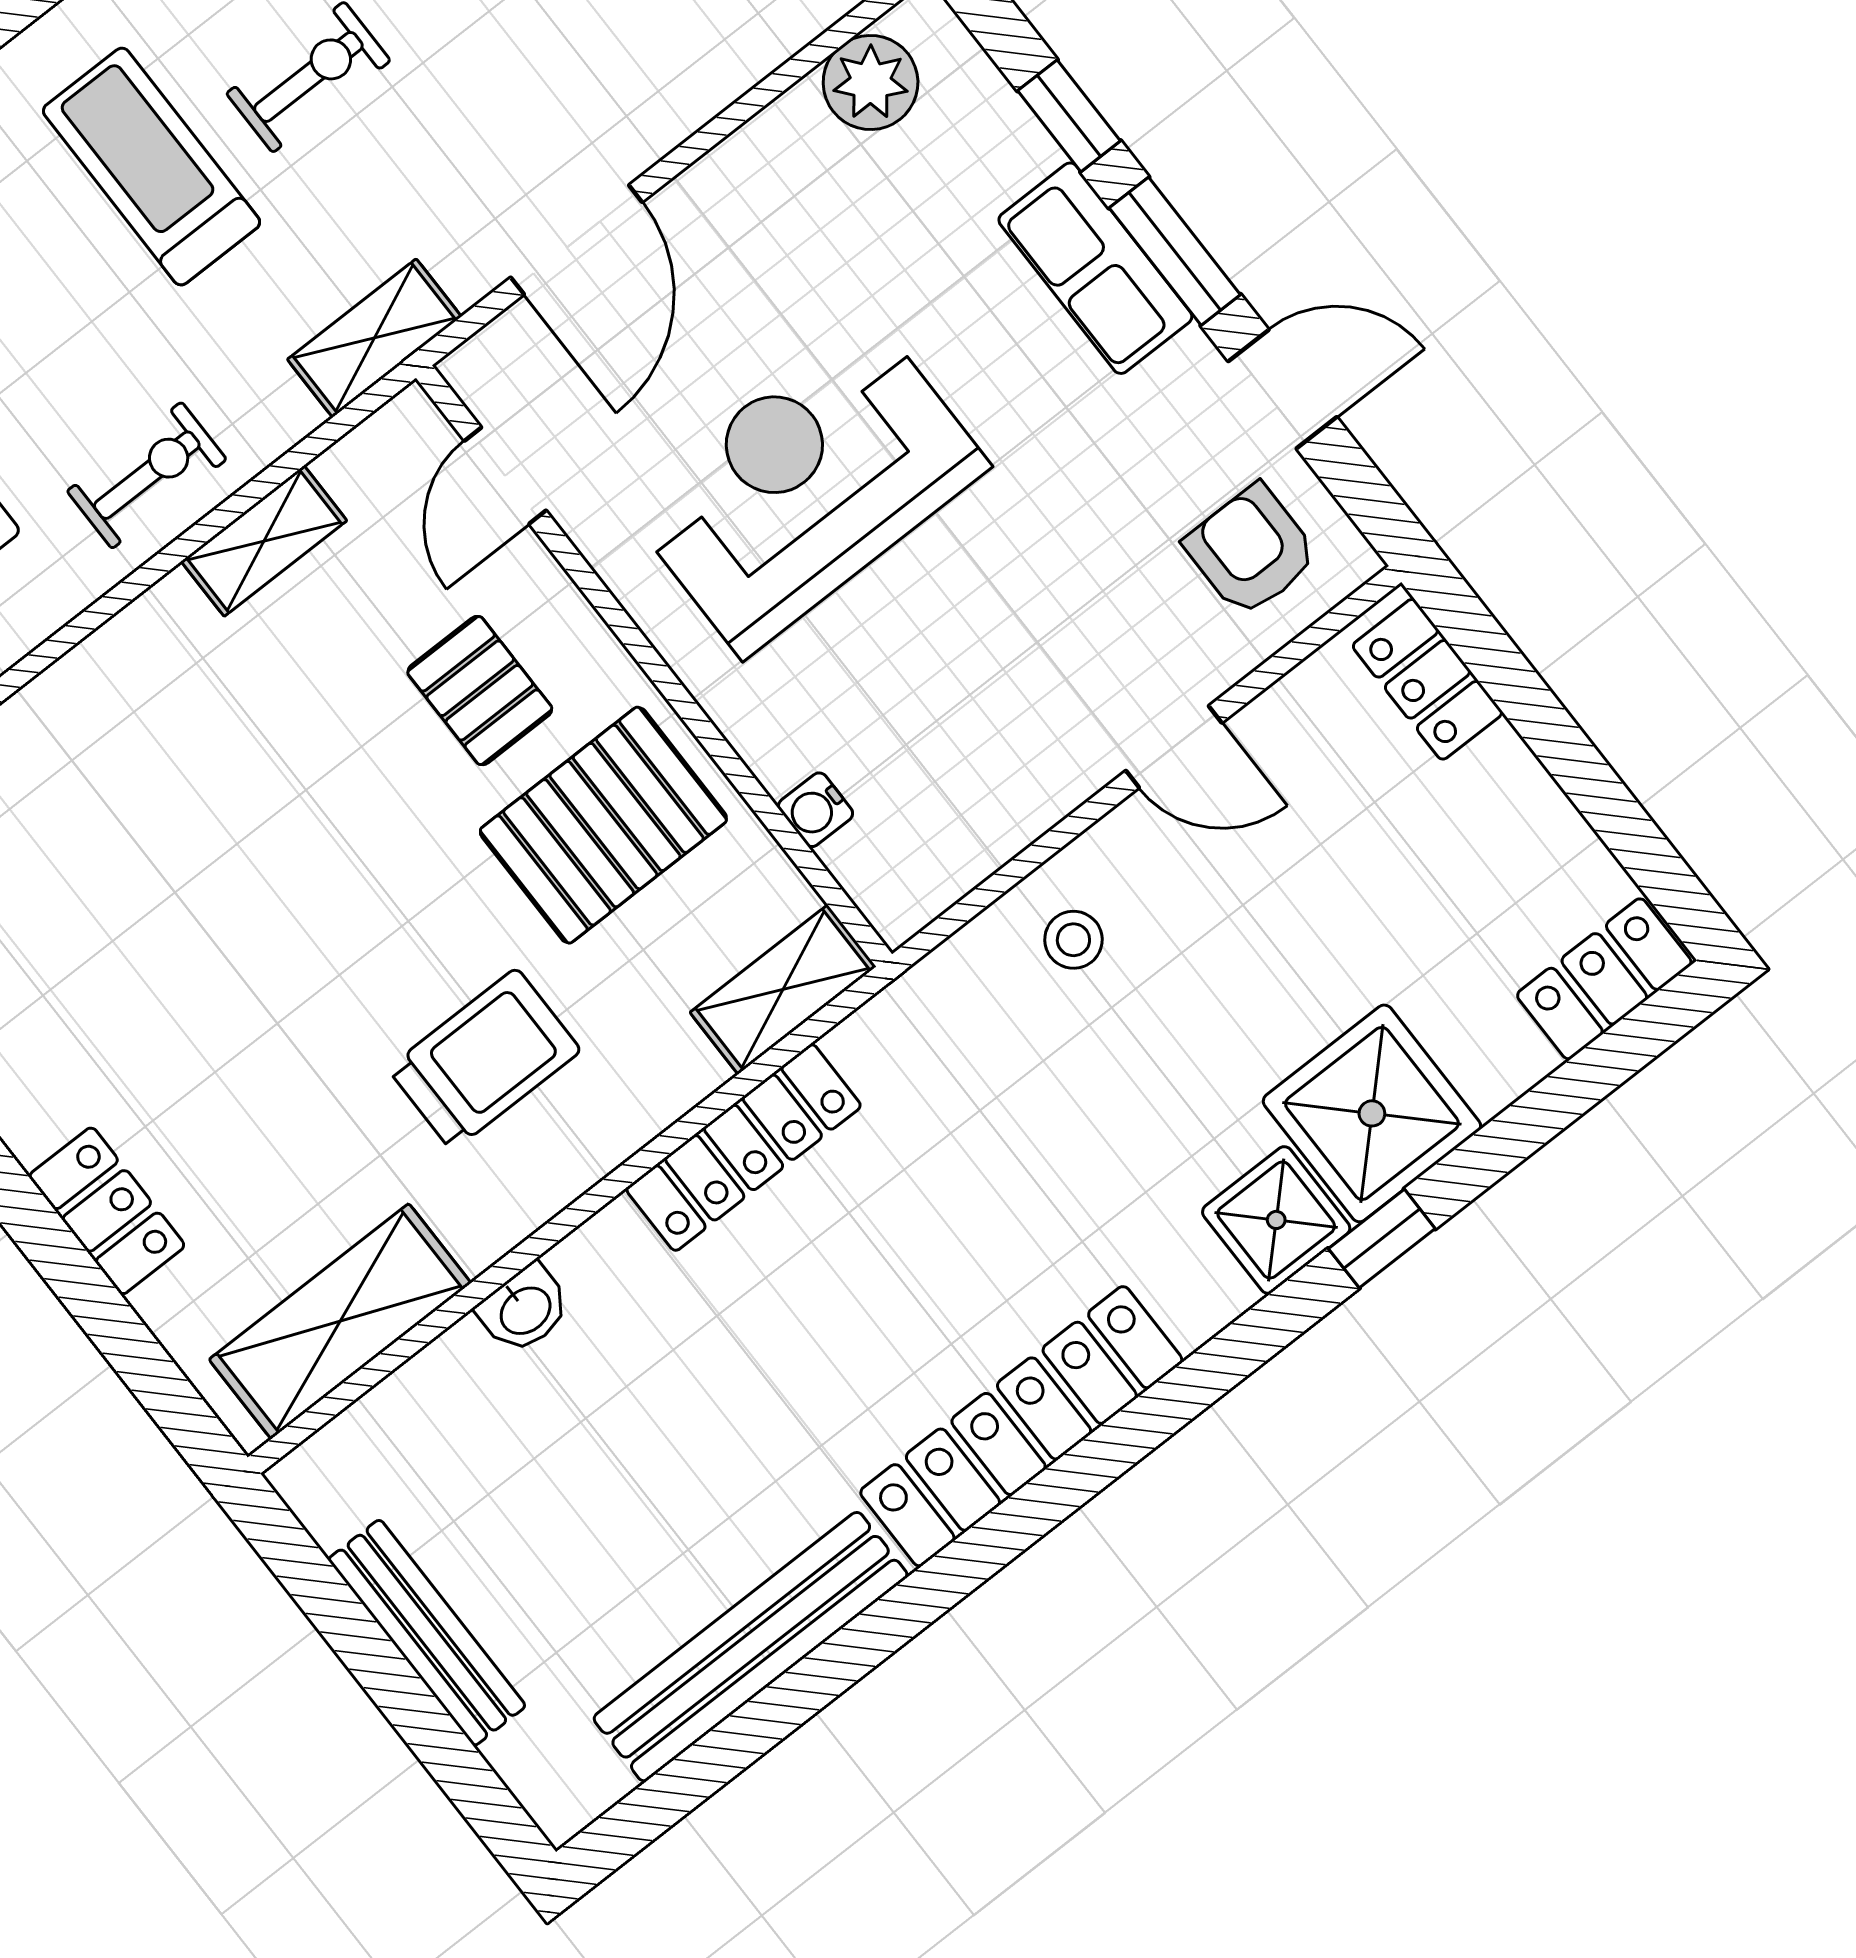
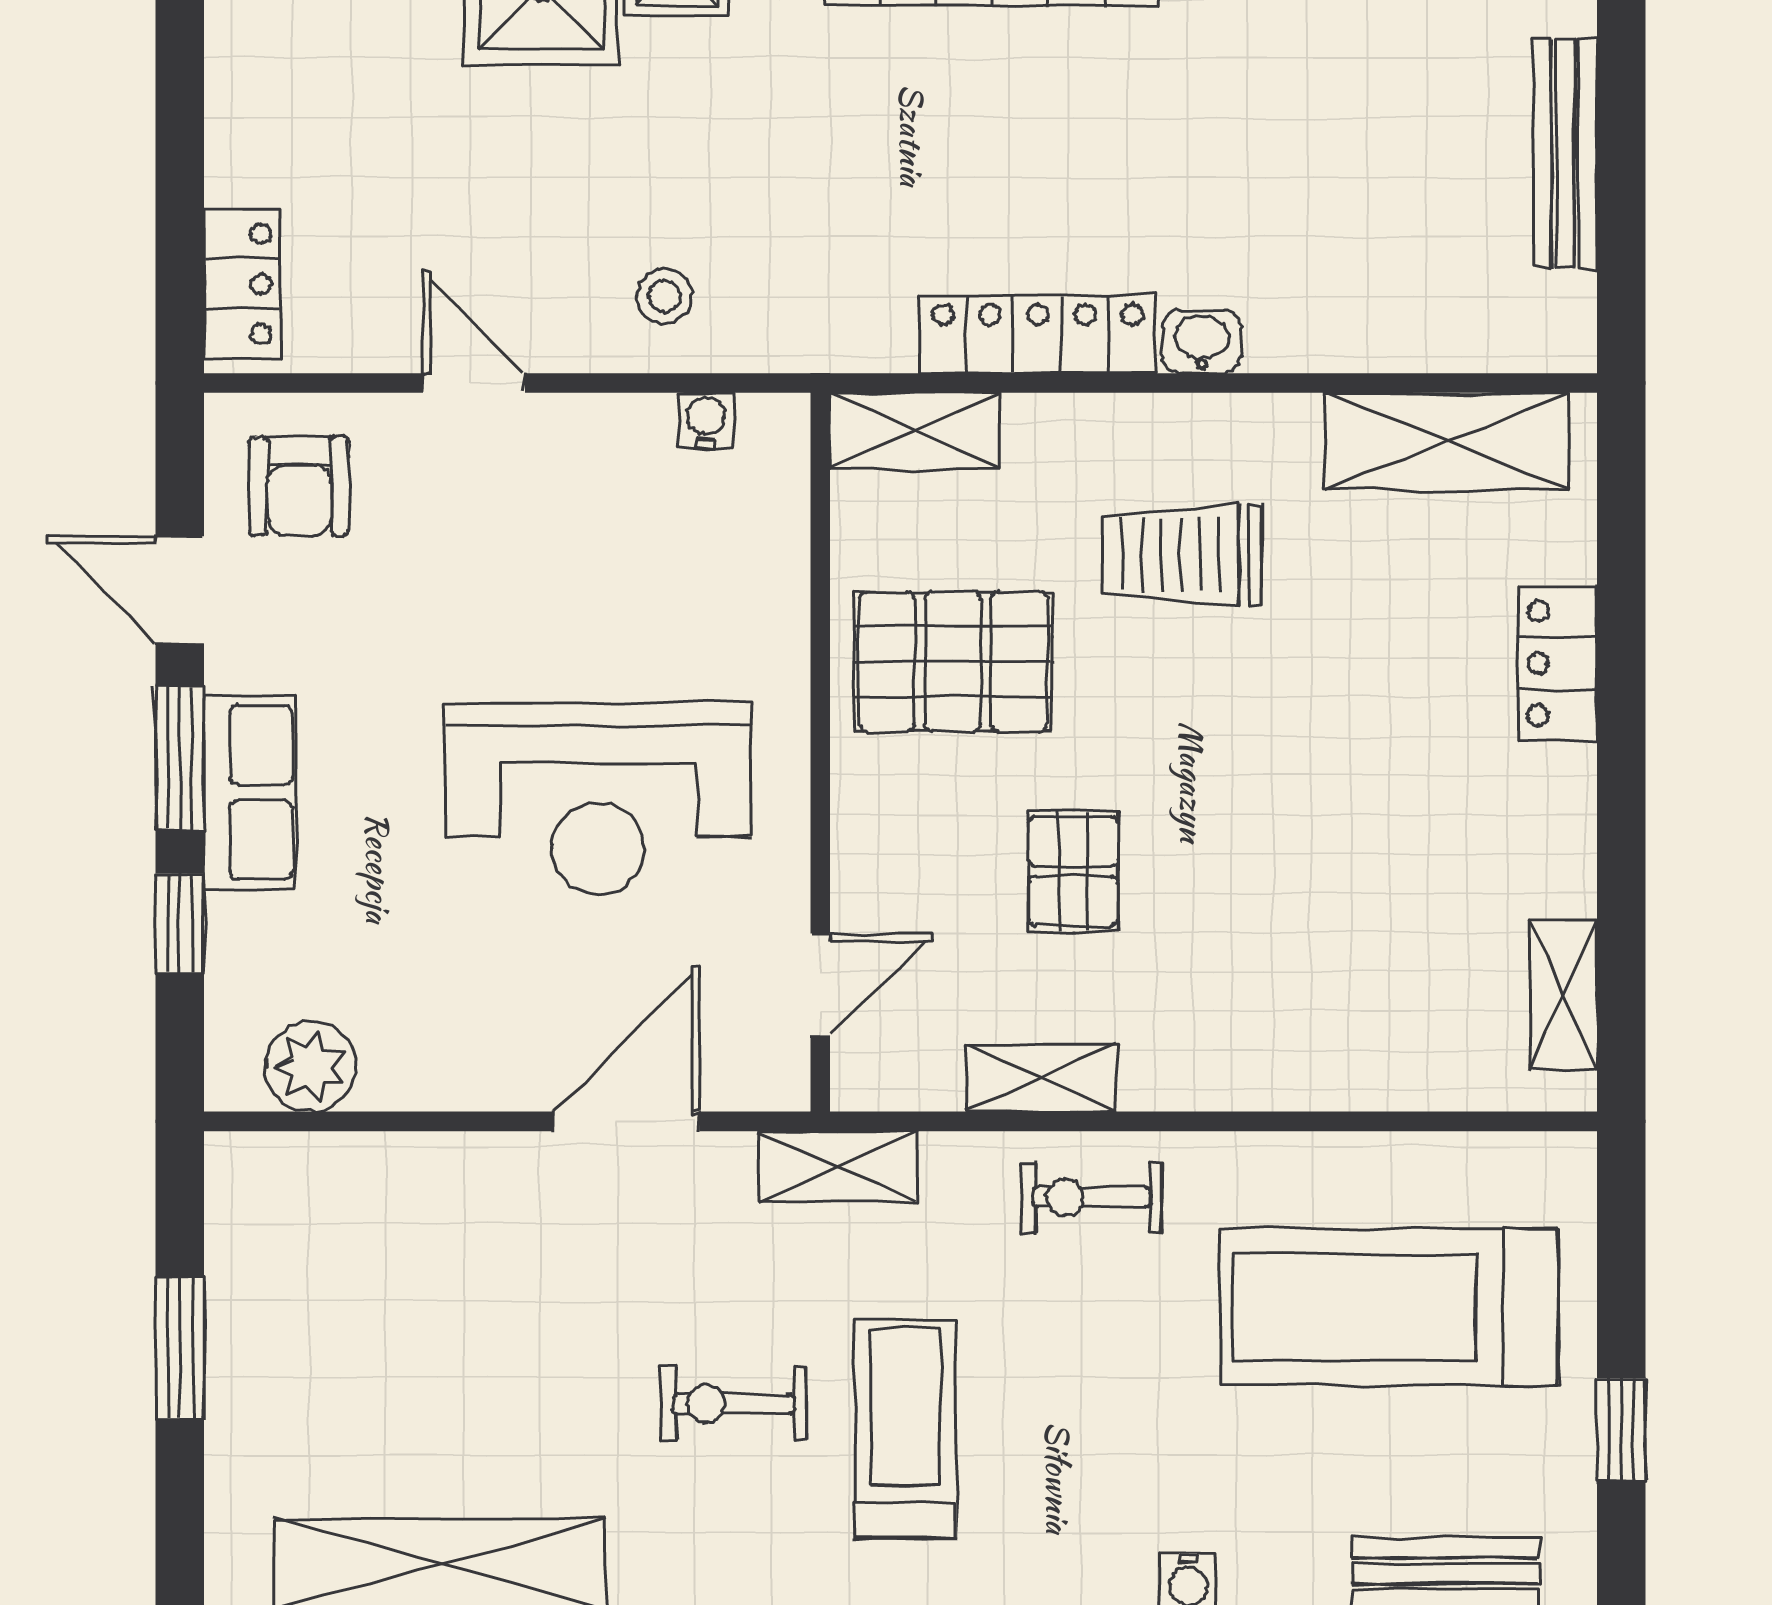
treadmill: (152, 167) -> (905, 1428), turned 180
pallet: (480, 691) -> (1073, 871), moved
water cooler: (816, 810) -> (706, 420), moved, turned -90
washbasin: (524, 1309) -> (1202, 341), moved

